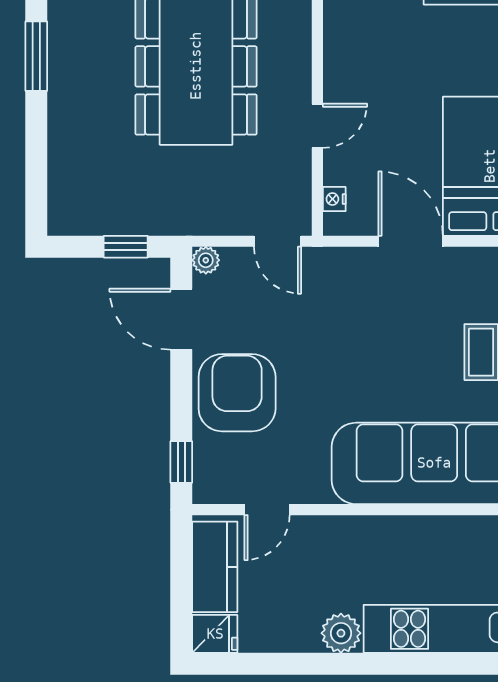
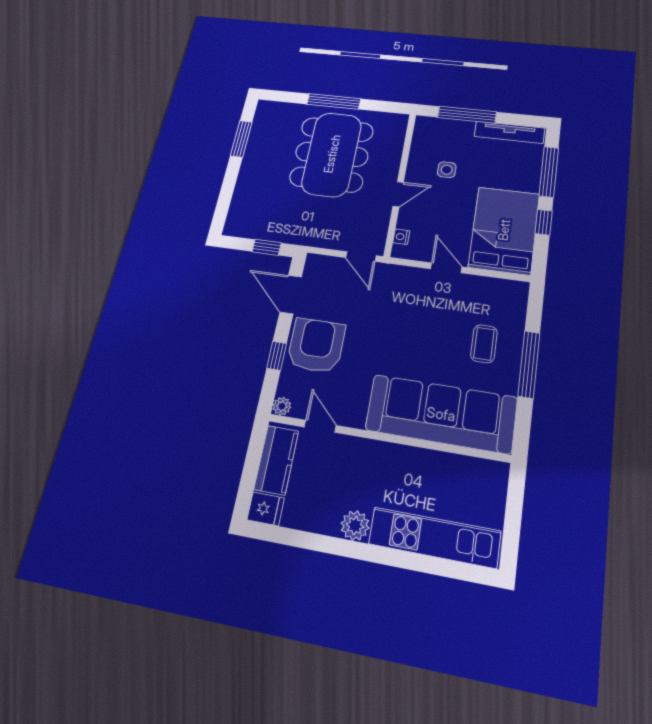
side table: (388, 72) -> (447, 170), added
door: (411, 241) -> (446, 268), width x0.73
plant: (206, 260) -> (282, 406), moved
window: (181, 462) -> (277, 356), moved
door: (267, 510) -> (320, 426), swing flipped

